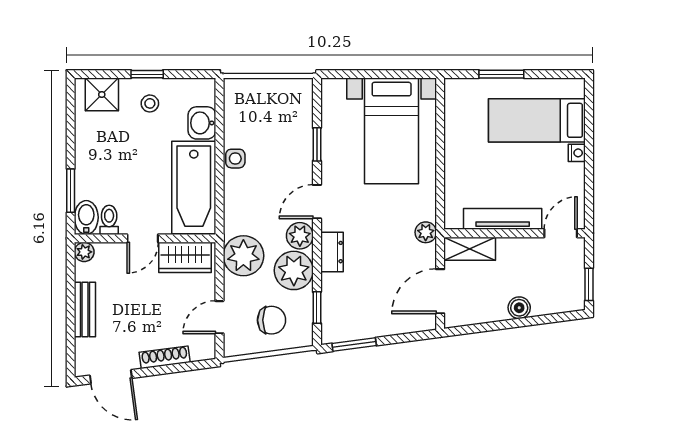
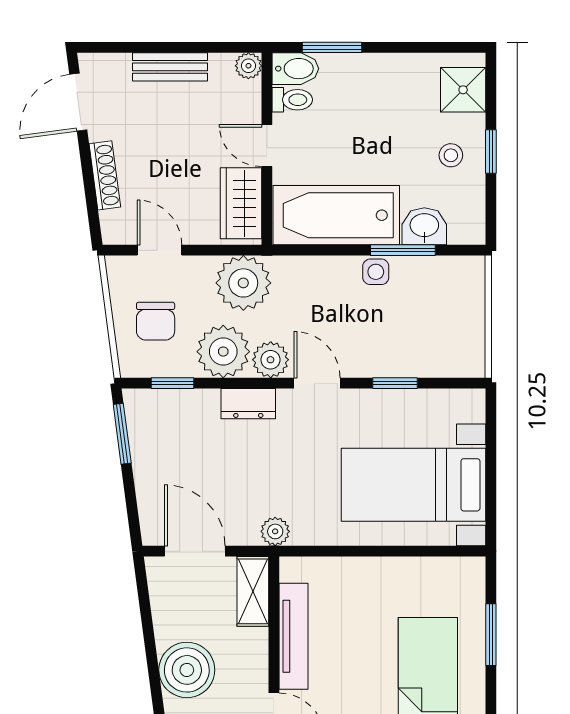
window: (219, 139) -> (403, 250), added
boiler: (519, 308) -> (187, 670), width x1.86, depth x1.86

